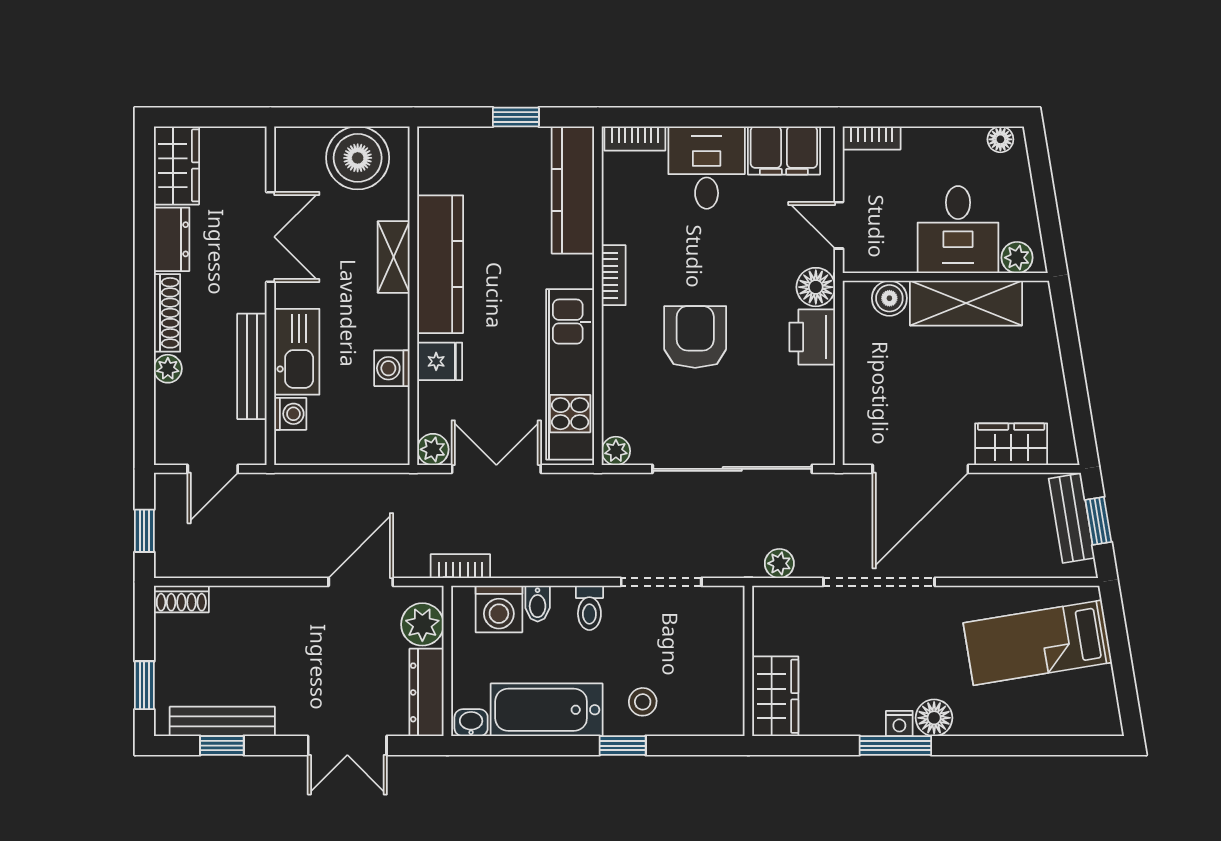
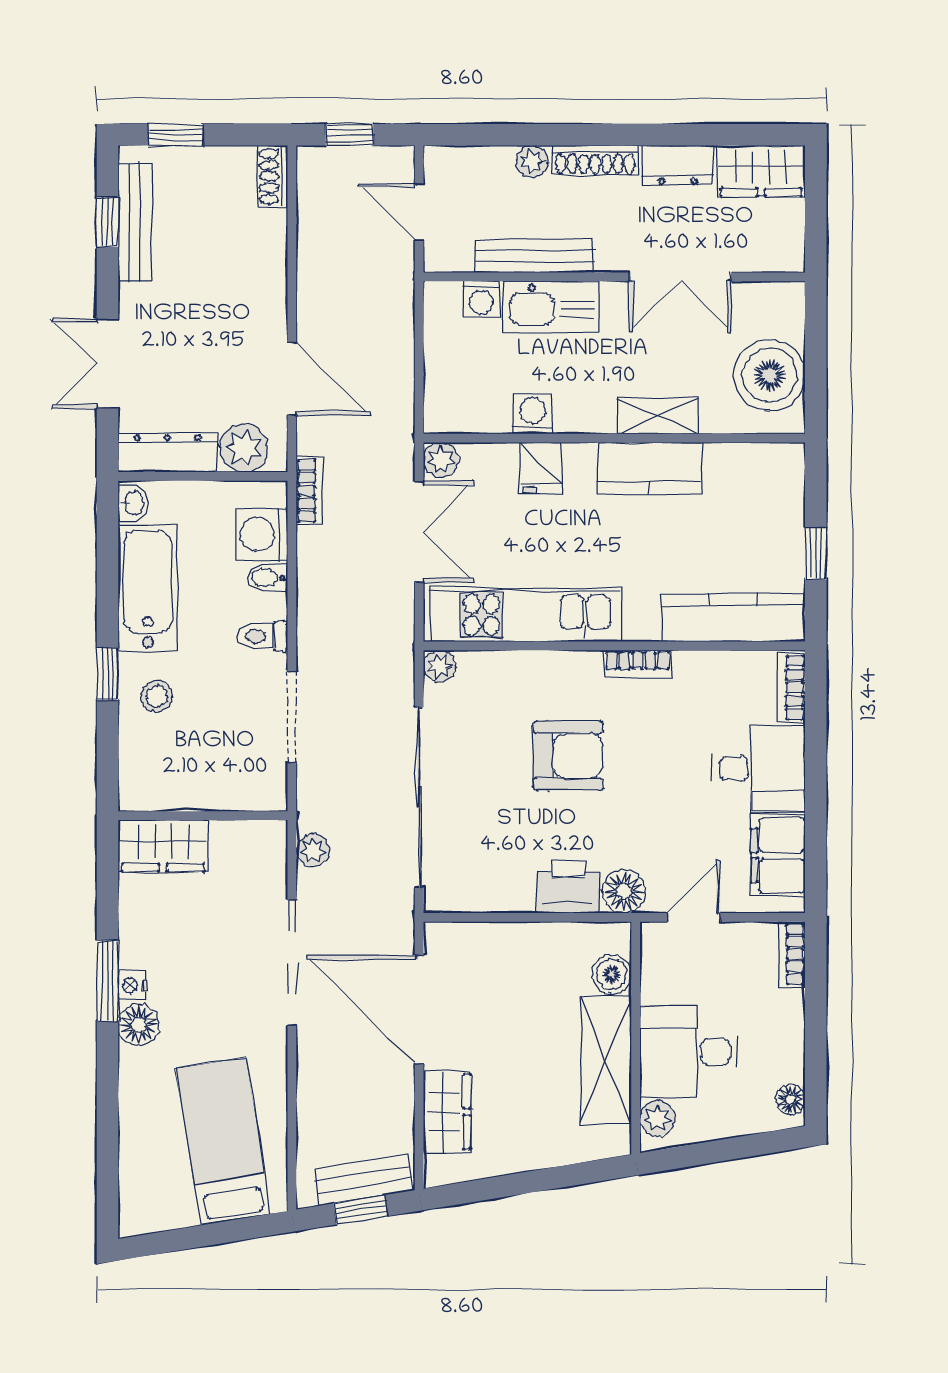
kitchen counter: (440, 264) -> (650, 468), width x0.67

